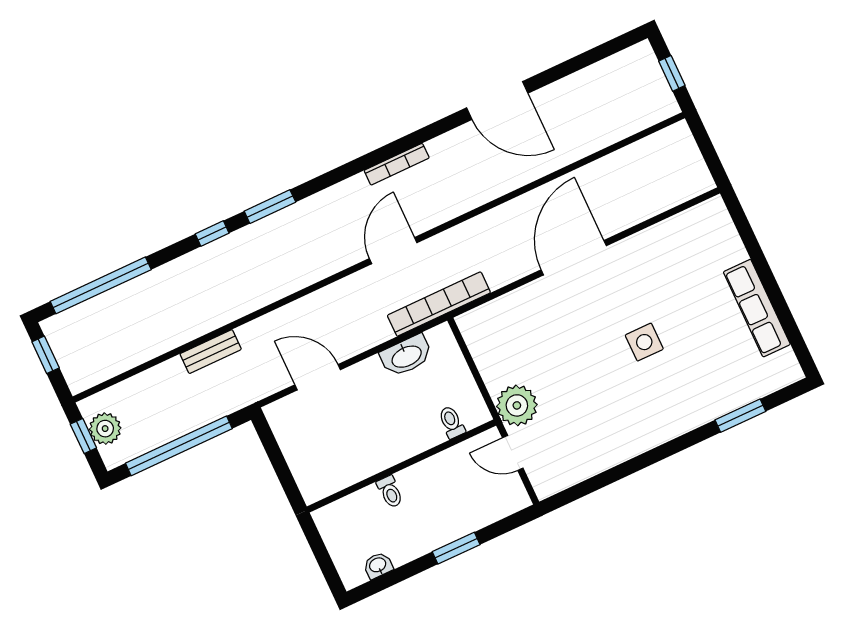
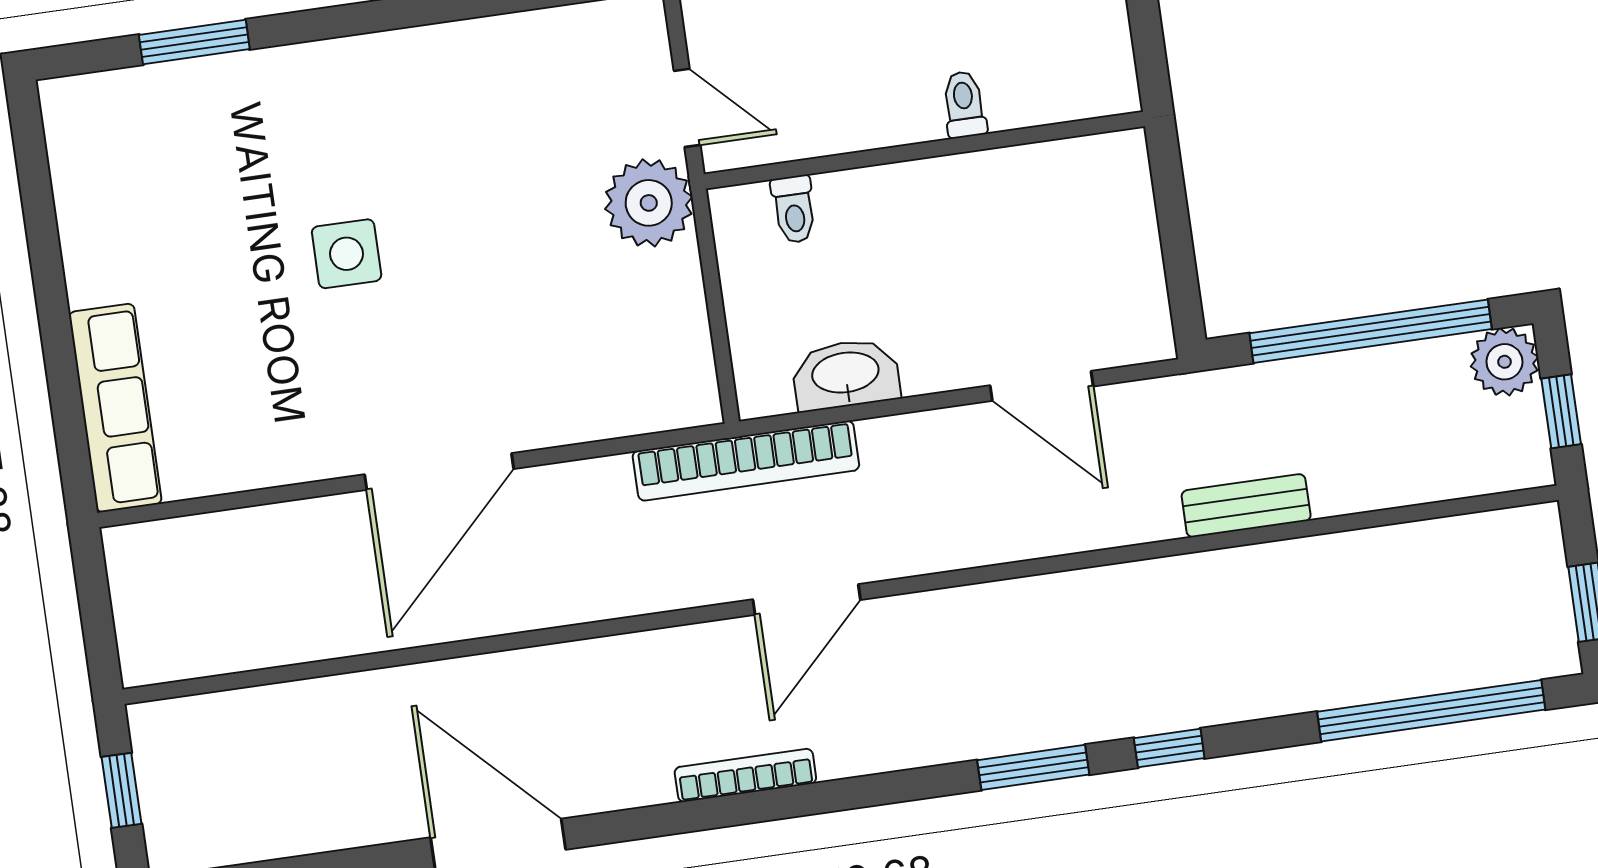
row of seats: (757, 308) -> (115, 408), moved
plant: (105, 429) -> (1504, 362), moved

